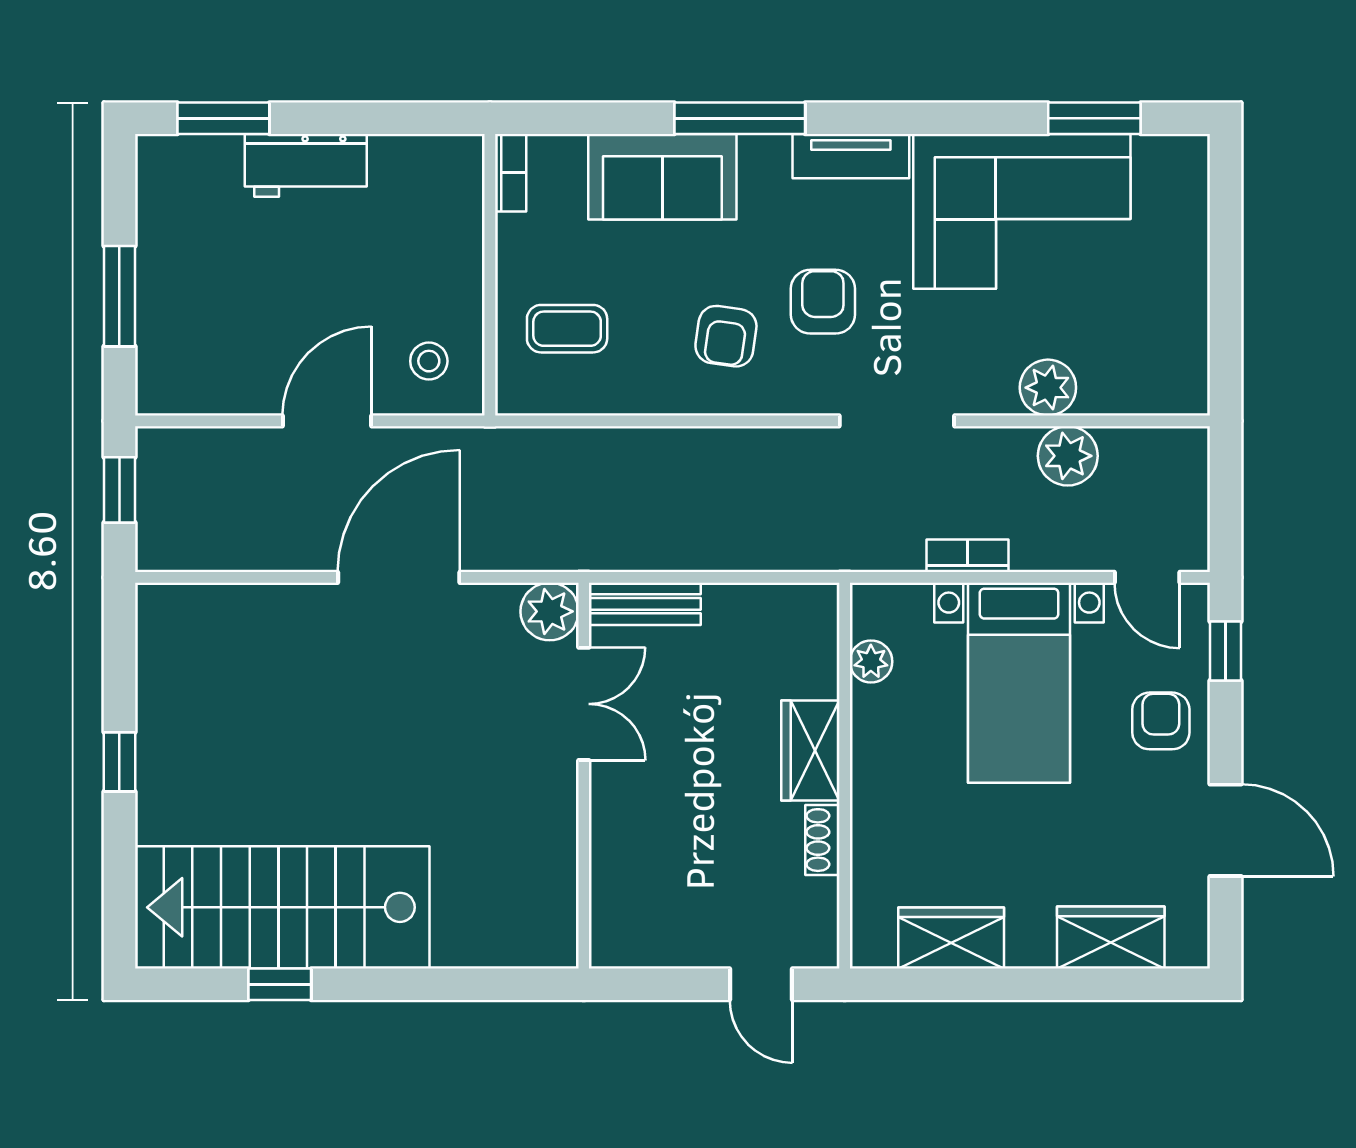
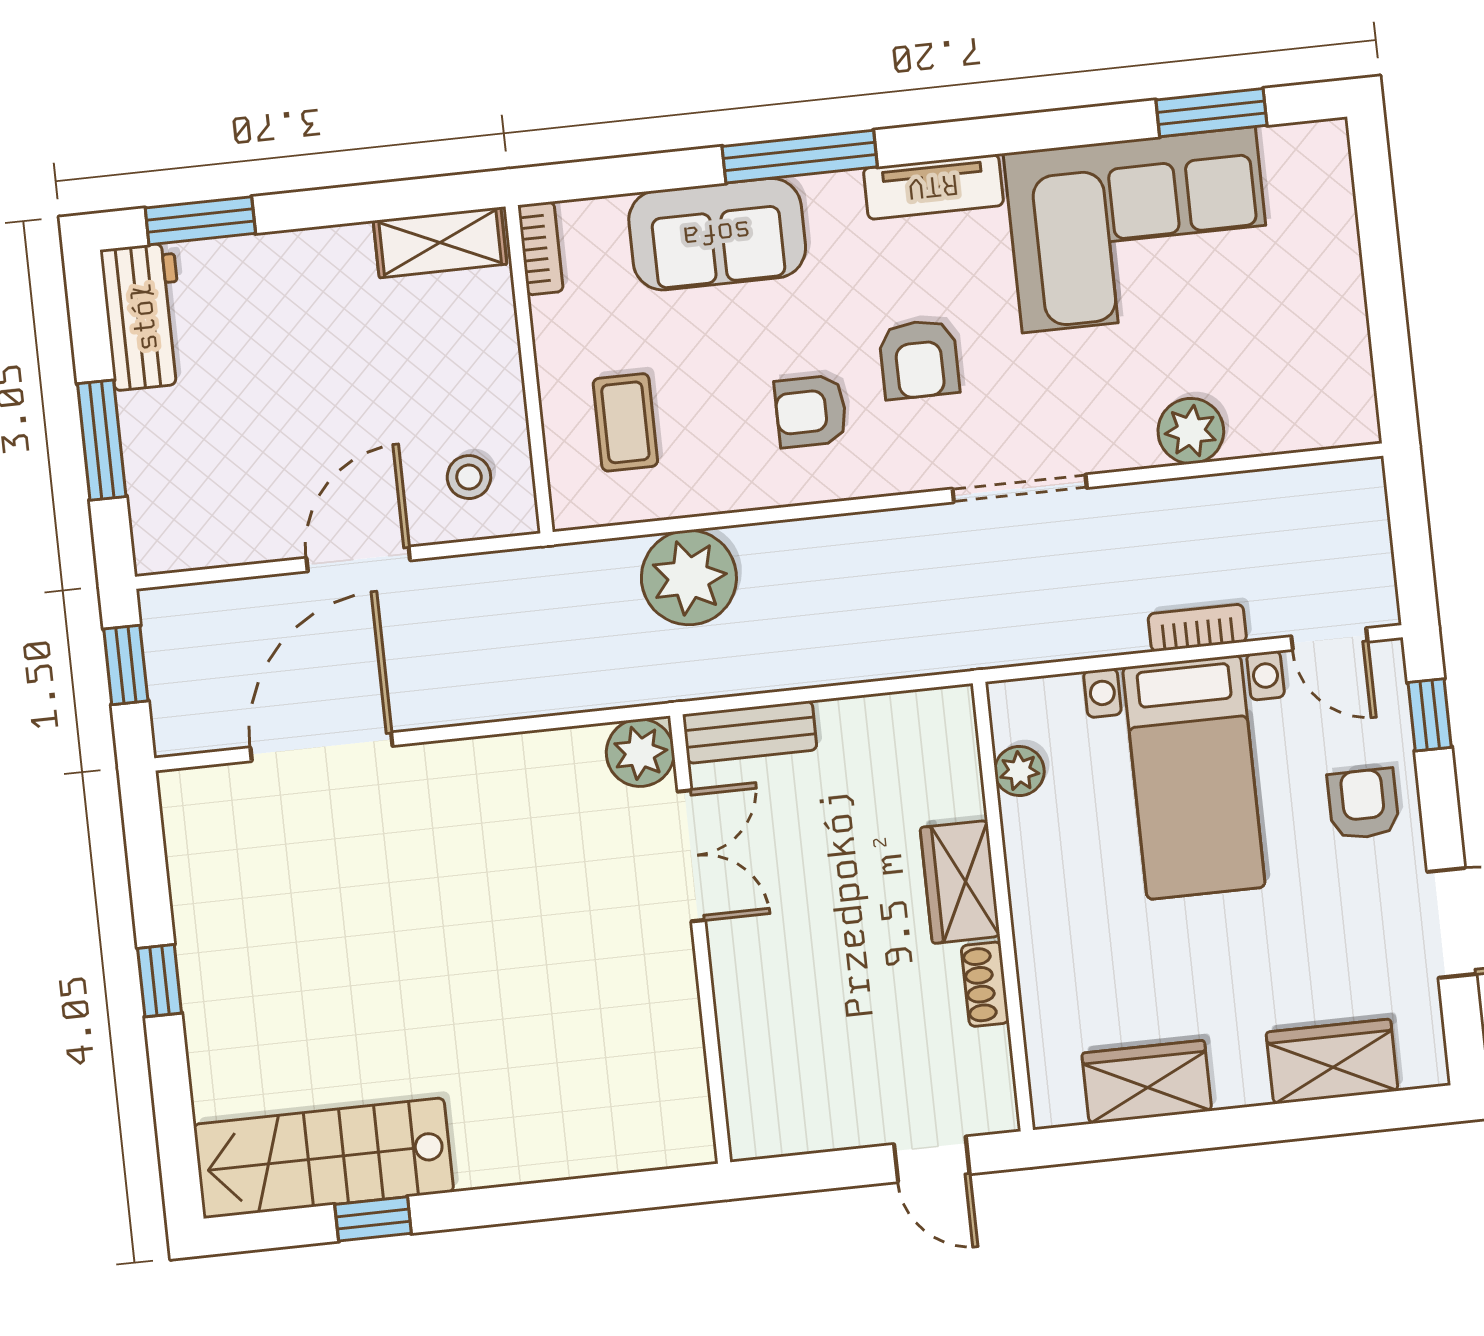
shelving: (426, 159) -> (440, 242), added
workbench: (306, 165) -> (144, 317), moved, turned -90
armchair: (823, 302) -> (919, 359), turned 180
coffee table: (567, 329) -> (625, 422), turned 90
armchair: (726, 336) -> (811, 411), turned 82
plant: (1068, 456) -> (689, 578), moved, width x1.36, depth x1.36
bookcase: (968, 556) -> (1197, 628), moved
door: (399, 577) -> (321, 747), moved
stairs: (282, 907) -> (324, 1158), width x0.73, depth x0.66

